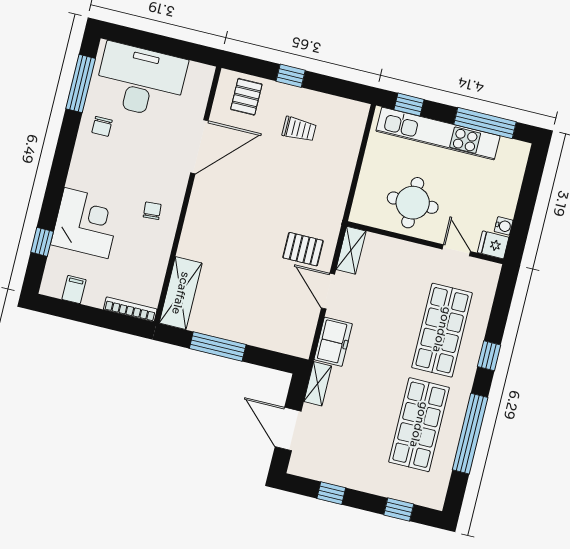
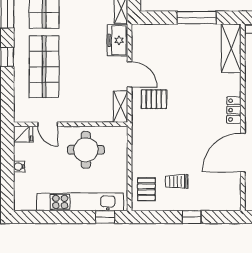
pallet: (246, 97) -> (146, 189), moved
window: (485, 123) -> (49, 217), removed
locker: (197, 208) -> (234, 110), added
water cooler: (504, 226) -> (19, 167), moved

